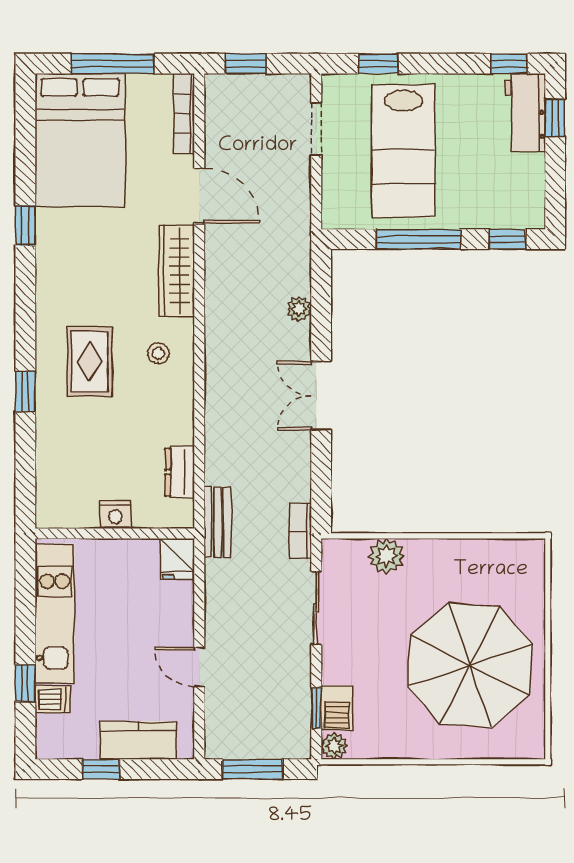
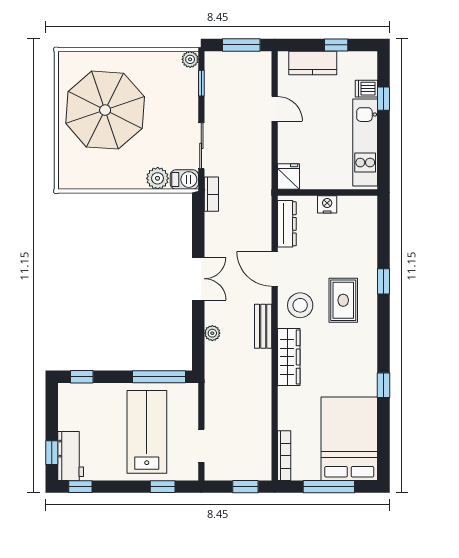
door: (199, 196) -> (275, 269), moved
window: (419, 239) -> (159, 377), moved
stool: (158, 353) -> (300, 305), width x1.89, depth x1.89
dresser: (180, 472) -> (287, 224), width x1.44
bench: (218, 522) -> (263, 326), moved
barbecue: (337, 708) -> (184, 180), moved, turned 90

